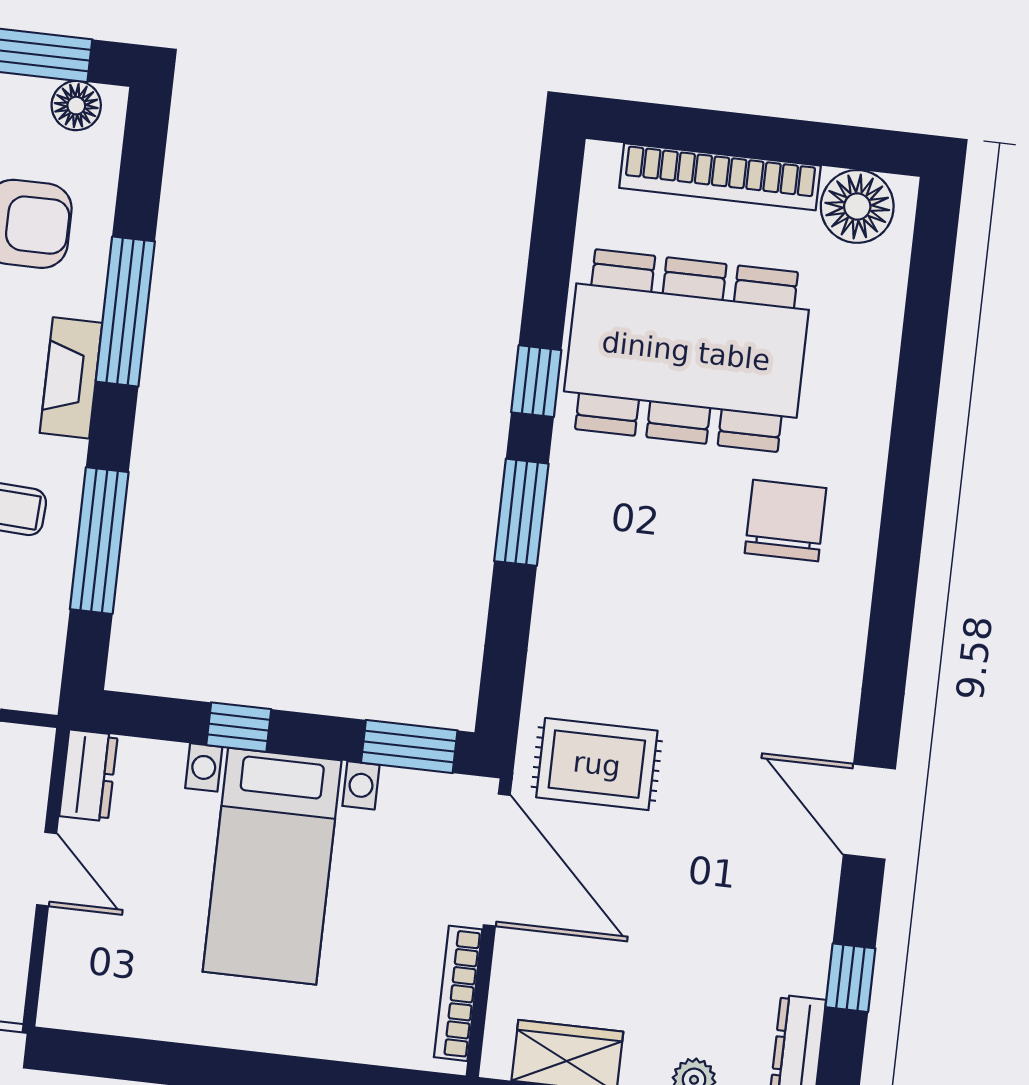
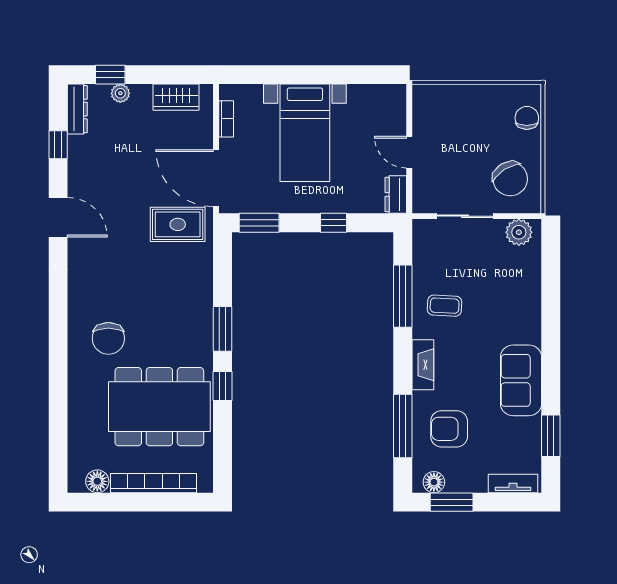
floor lamp: (857, 206) -> (97, 481), width x0.73, depth x0.73
window: (125, 311) -> (403, 426), moved
bed with nightstands: (272, 866) -> (305, 133), moved, turned 180
bookcase: (458, 993) -> (226, 119), width x0.64

